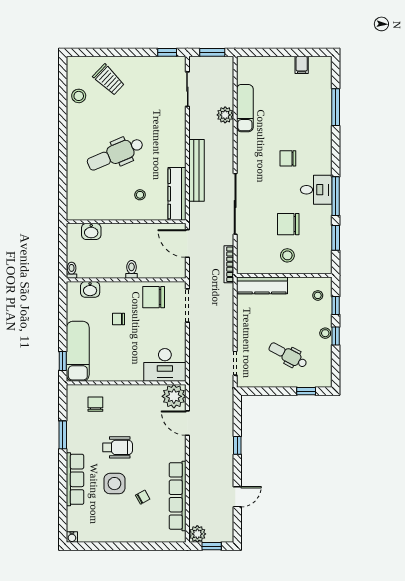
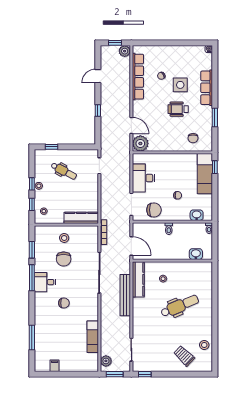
plant: (225, 115) -> (106, 361), moved
chair: (288, 224) -> (64, 259), turned 90
desk: (165, 365) -> (143, 178), moved, turned -90

